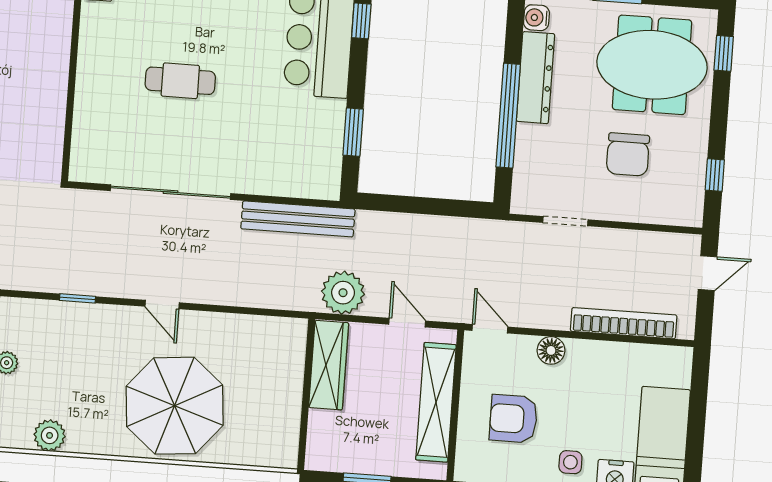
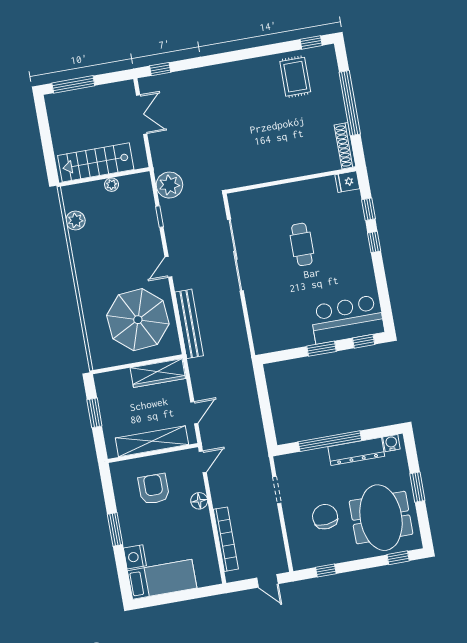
window: (353, 132) -> (321, 349), moved
chair: (628, 154) -> (325, 517), turned 85
bench: (298, 219) -> (189, 324), moved
plant: (343, 293) -> (169, 185), moved
parasol: (175, 406) -> (138, 320), moved
side table: (570, 462) -> (137, 529), removed

